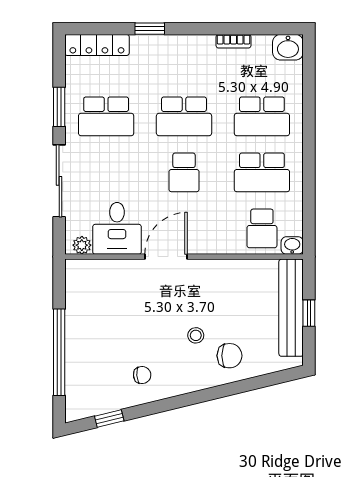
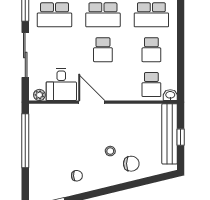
school desk: (262, 172) -> (151, 50), width x0.54
door: (166, 257) -> (92, 102), hinge flipped
window: (59, 352) -> (25, 141), moved

